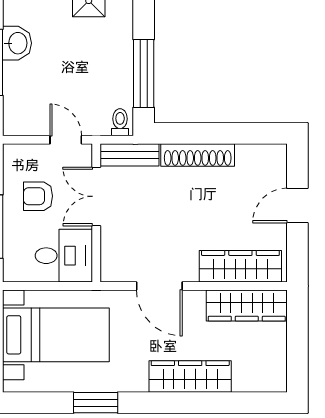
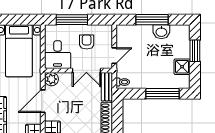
window: (144, 73) -> (162, 94), moved
double door: (96, 196) -> (86, 70), swing flipped
plant: (114, 268) -> (51, 79), added

